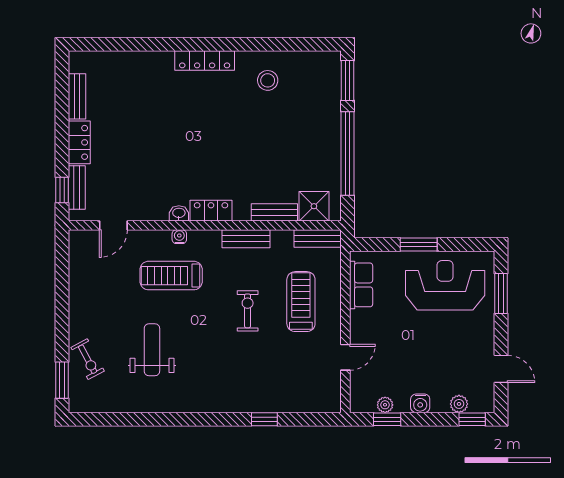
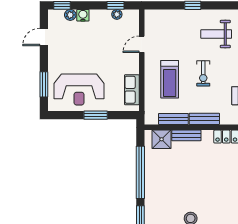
bench: (318, 239) -> (173, 119), moved
door: (501, 369) -> (44, 37), hinge flipped
weight bench: (227, 374) -> (216, 34), added
water cooler: (420, 403) -> (83, 15), moved

